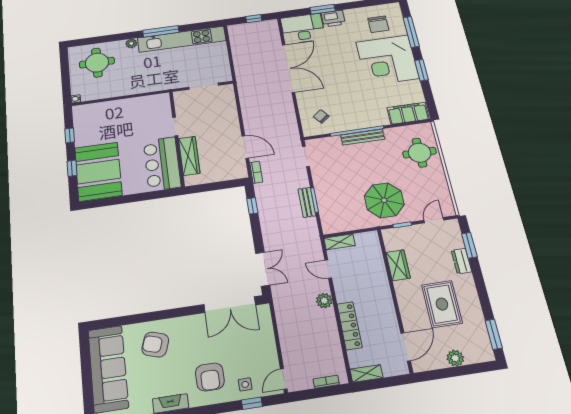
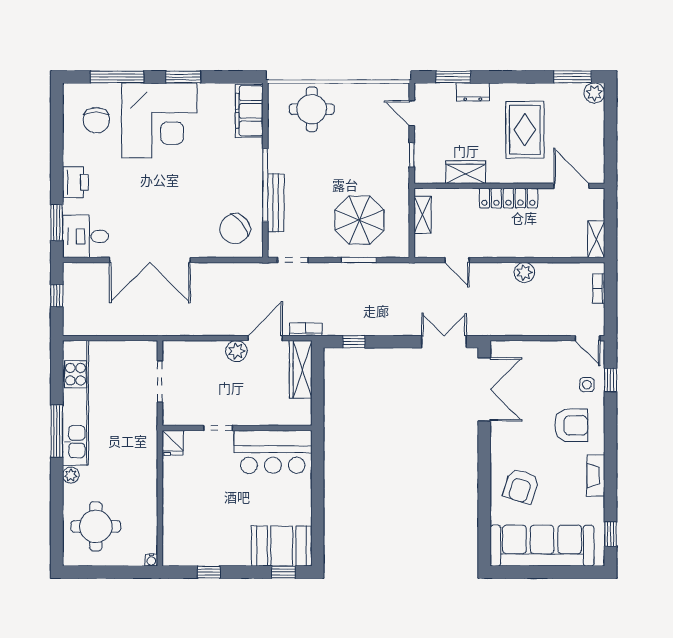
window: (322, 9) -> (57, 223), moved
chair: (378, 24) -> (96, 120), turned 90
desk: (303, 28) -> (86, 236), width x0.73
double door: (288, 68) -> (150, 260), swing flipped
fridge: (161, 100) -> (173, 443), added
chair: (321, 116) -> (235, 229), width x1.87, depth x1.87
plant: (233, 130) -> (236, 351), added
bench: (363, 137) -> (276, 203), moved
wardrobe: (189, 156) -> (301, 369), moved, turned -90
window: (72, 168) -> (283, 572), moved
booth: (98, 172) -> (282, 546), width x0.73, depth x0.70
parasol: (384, 200) -> (359, 220), moved
bench: (307, 202) -> (360, 270), removed
shelving: (340, 242) -> (423, 215), moved
door: (328, 269) -> (457, 260), hinge flipped
plant: (324, 301) -> (524, 272), moved
rug: (442, 304) -> (525, 130), turned 90
locker: (349, 326) -> (508, 198), moved, turned 180
plant: (455, 358) -> (594, 93), moved

